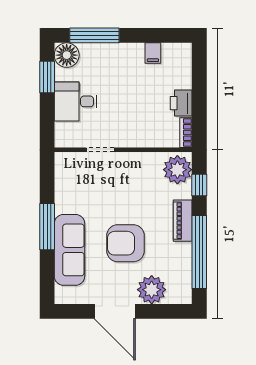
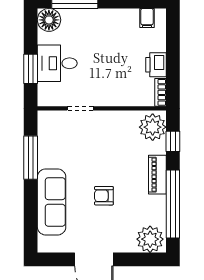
filing cabinet: (153, 53) -> (147, 18), moved
window: (47, 77) -> (31, 69), moved
window: (47, 227) -> (31, 158), moved
armchair: (125, 243) -> (104, 196), width x0.53, depth x0.53
plant: (152, 290) -> (150, 239), moved

